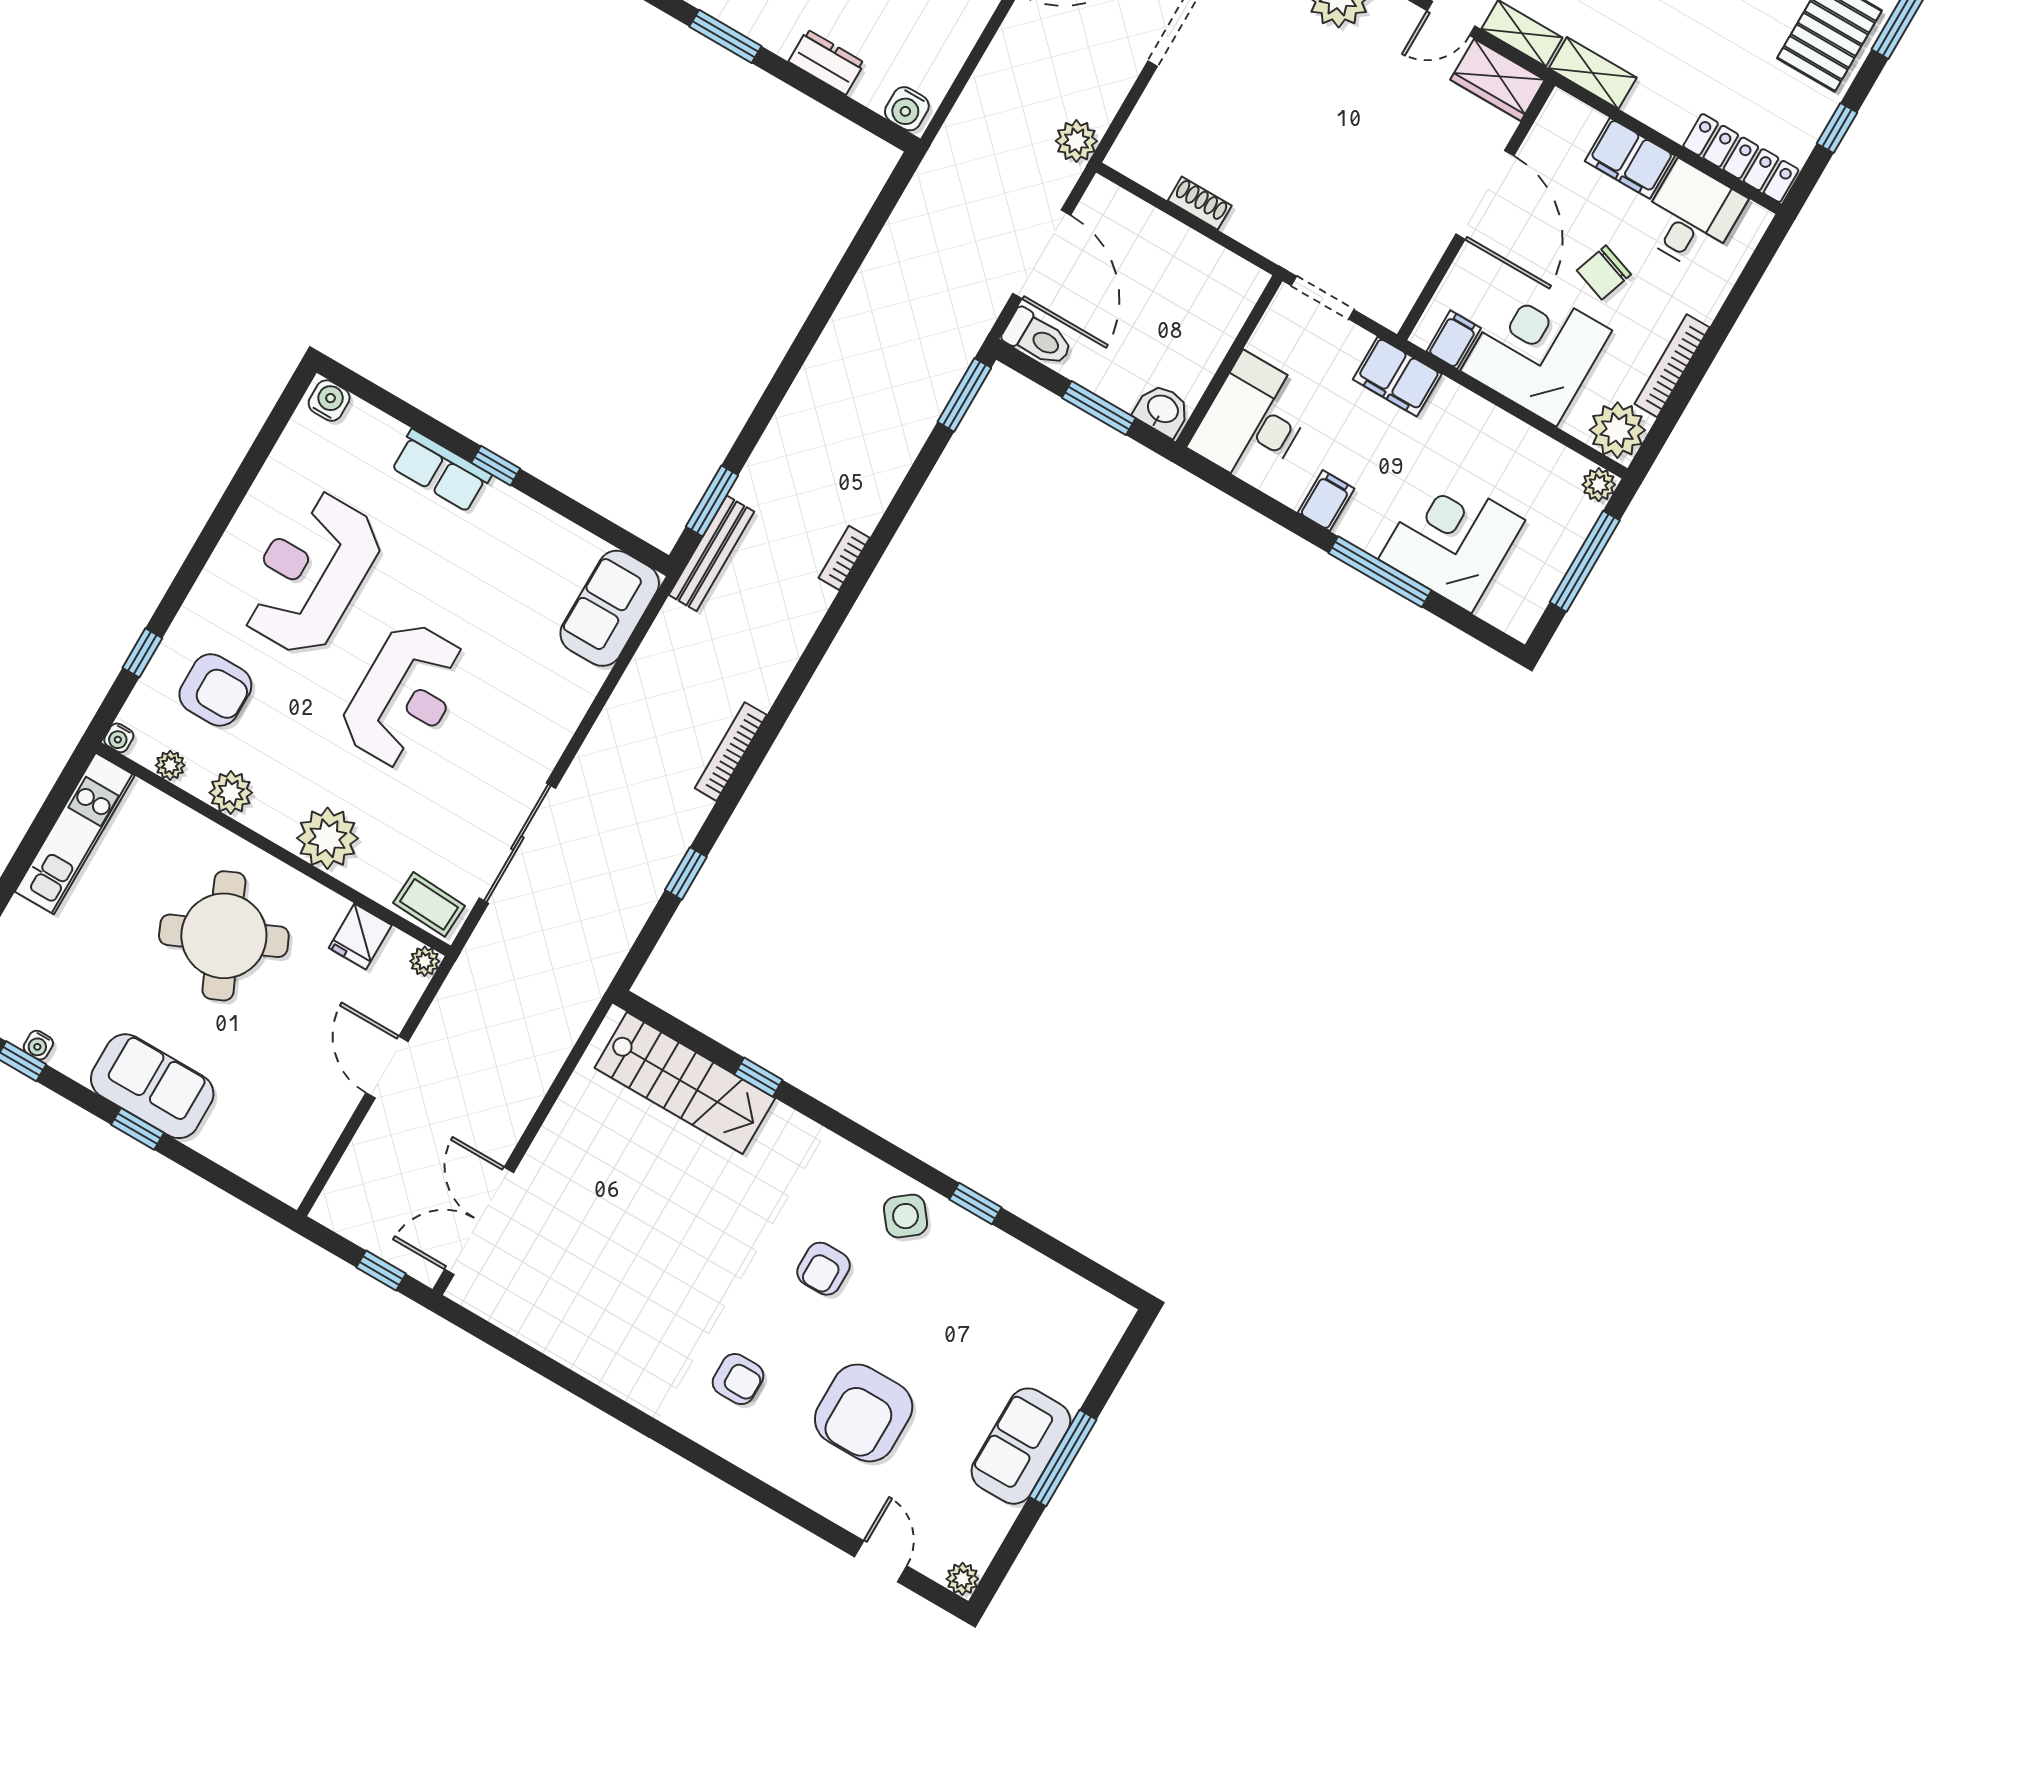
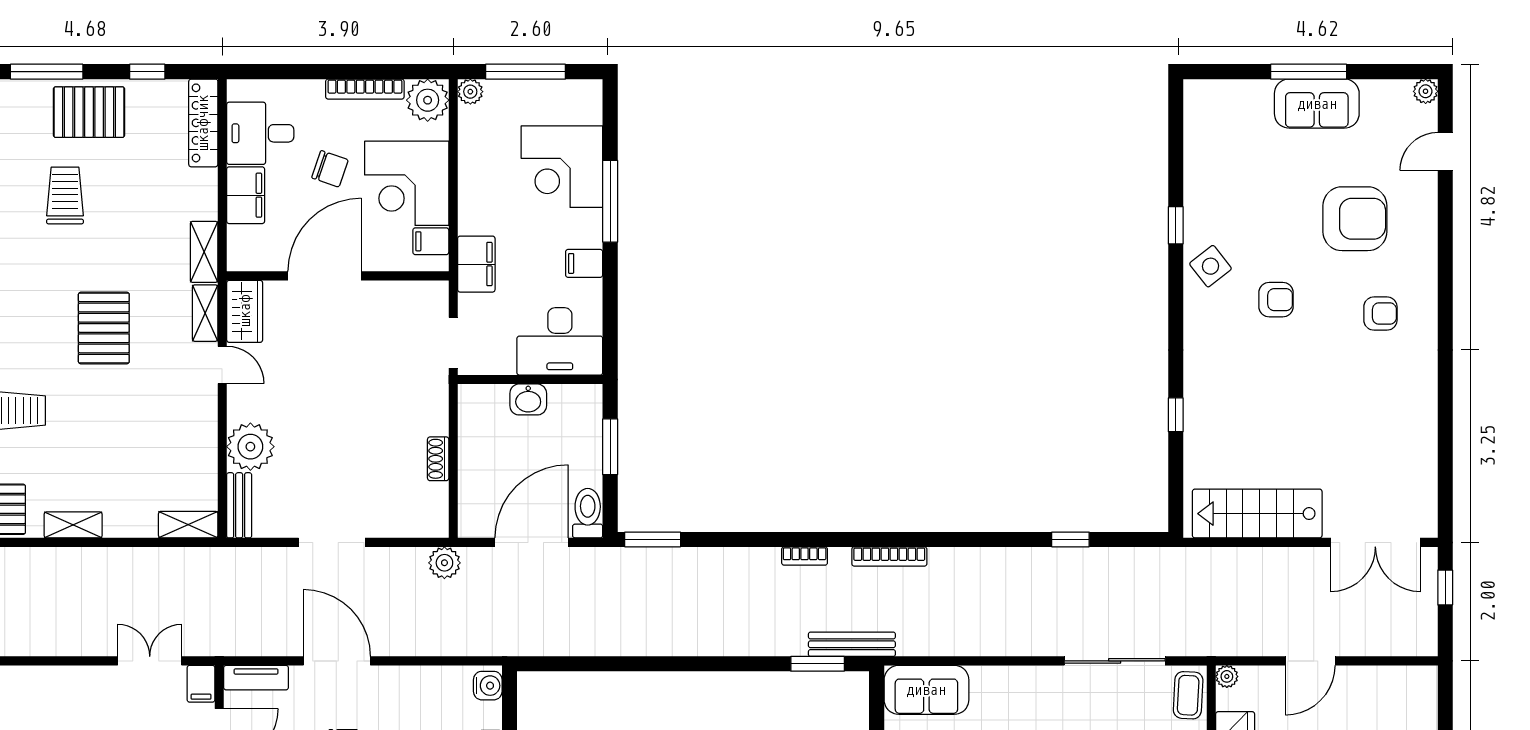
washbasin: (1162, 410) -> (528, 399), moved, turned -90
bookcase: (731, 752) -> (889, 556), moved
stairs: (685, 1083) -> (1257, 514), moved, turned -90
armchair: (738, 1379) -> (1380, 314), turned 90

